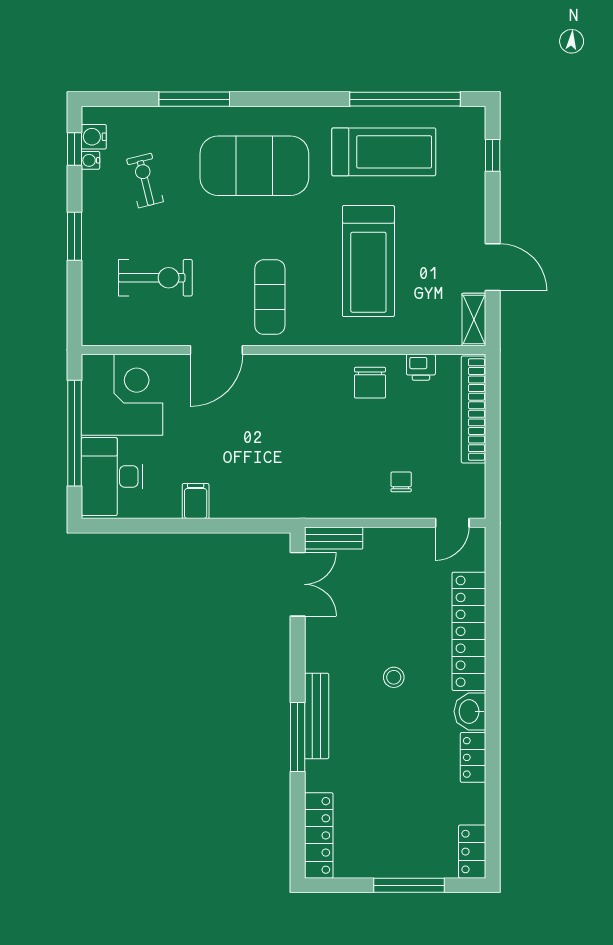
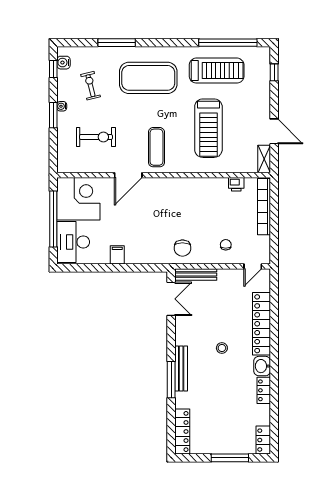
water cooler: (91, 160) -> (62, 106), moved
chair: (370, 383) -> (182, 248), moved
bench: (334, 538) -> (196, 274), width x1.36

